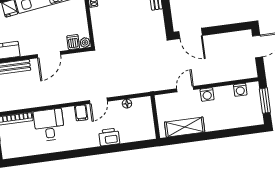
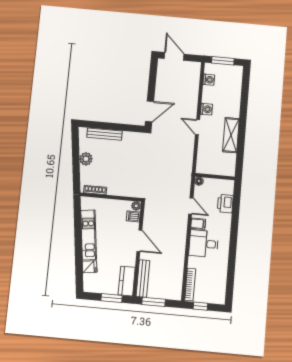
wall: (155, 117) -> (215, 177), moved
desk: (49, 125) -> (204, 244), moved

